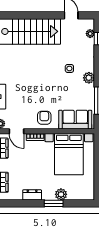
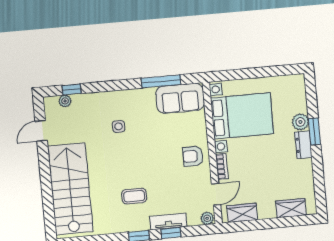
coffee table: (21, 75) -> (134, 196), added
plant: (89, 78) -> (129, 97), removed
sofa: (75, 120) -> (180, 98), moved, turned -90
dresser: (32, 195) -> (303, 145), moved

